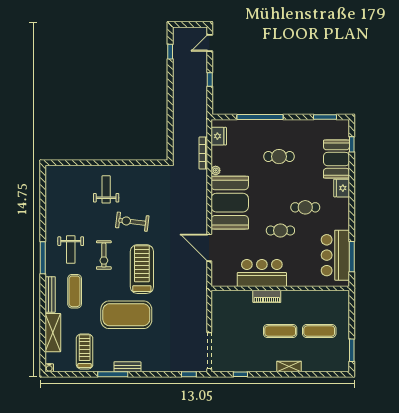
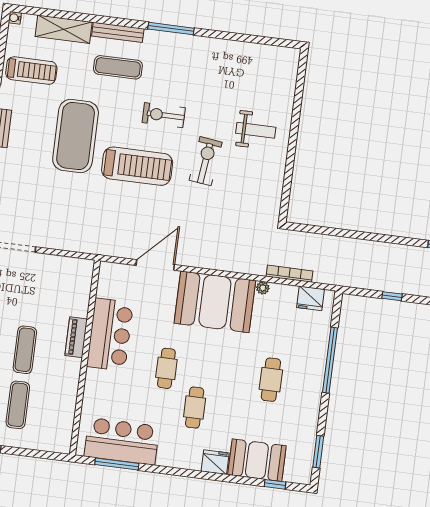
weight bench: (71, 250) -> (177, 69), removed

